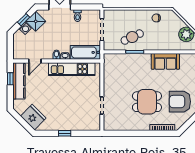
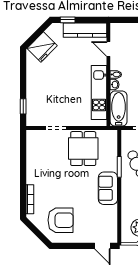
sofa: (165, 61) -> (108, 188), moved
window: (10, 79) -> (68, 20), moved
dining table: (147, 102) -> (83, 149), moved
armchair: (180, 102) -> (61, 220), turned 90
window: (65, 133) -> (23, 106), moved

